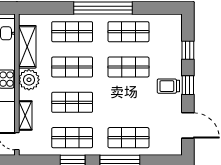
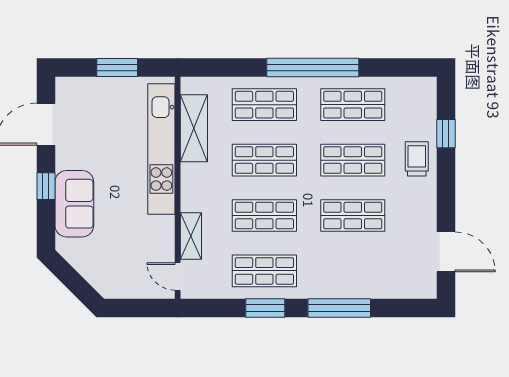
plant: (29, 80) -> (197, 180), removed
window: (188, 85) -> (446, 189), removed
trolley: (168, 86) -> (417, 159), moved, turned 90
shop shelf: (128, 138) -> (353, 215), moved

